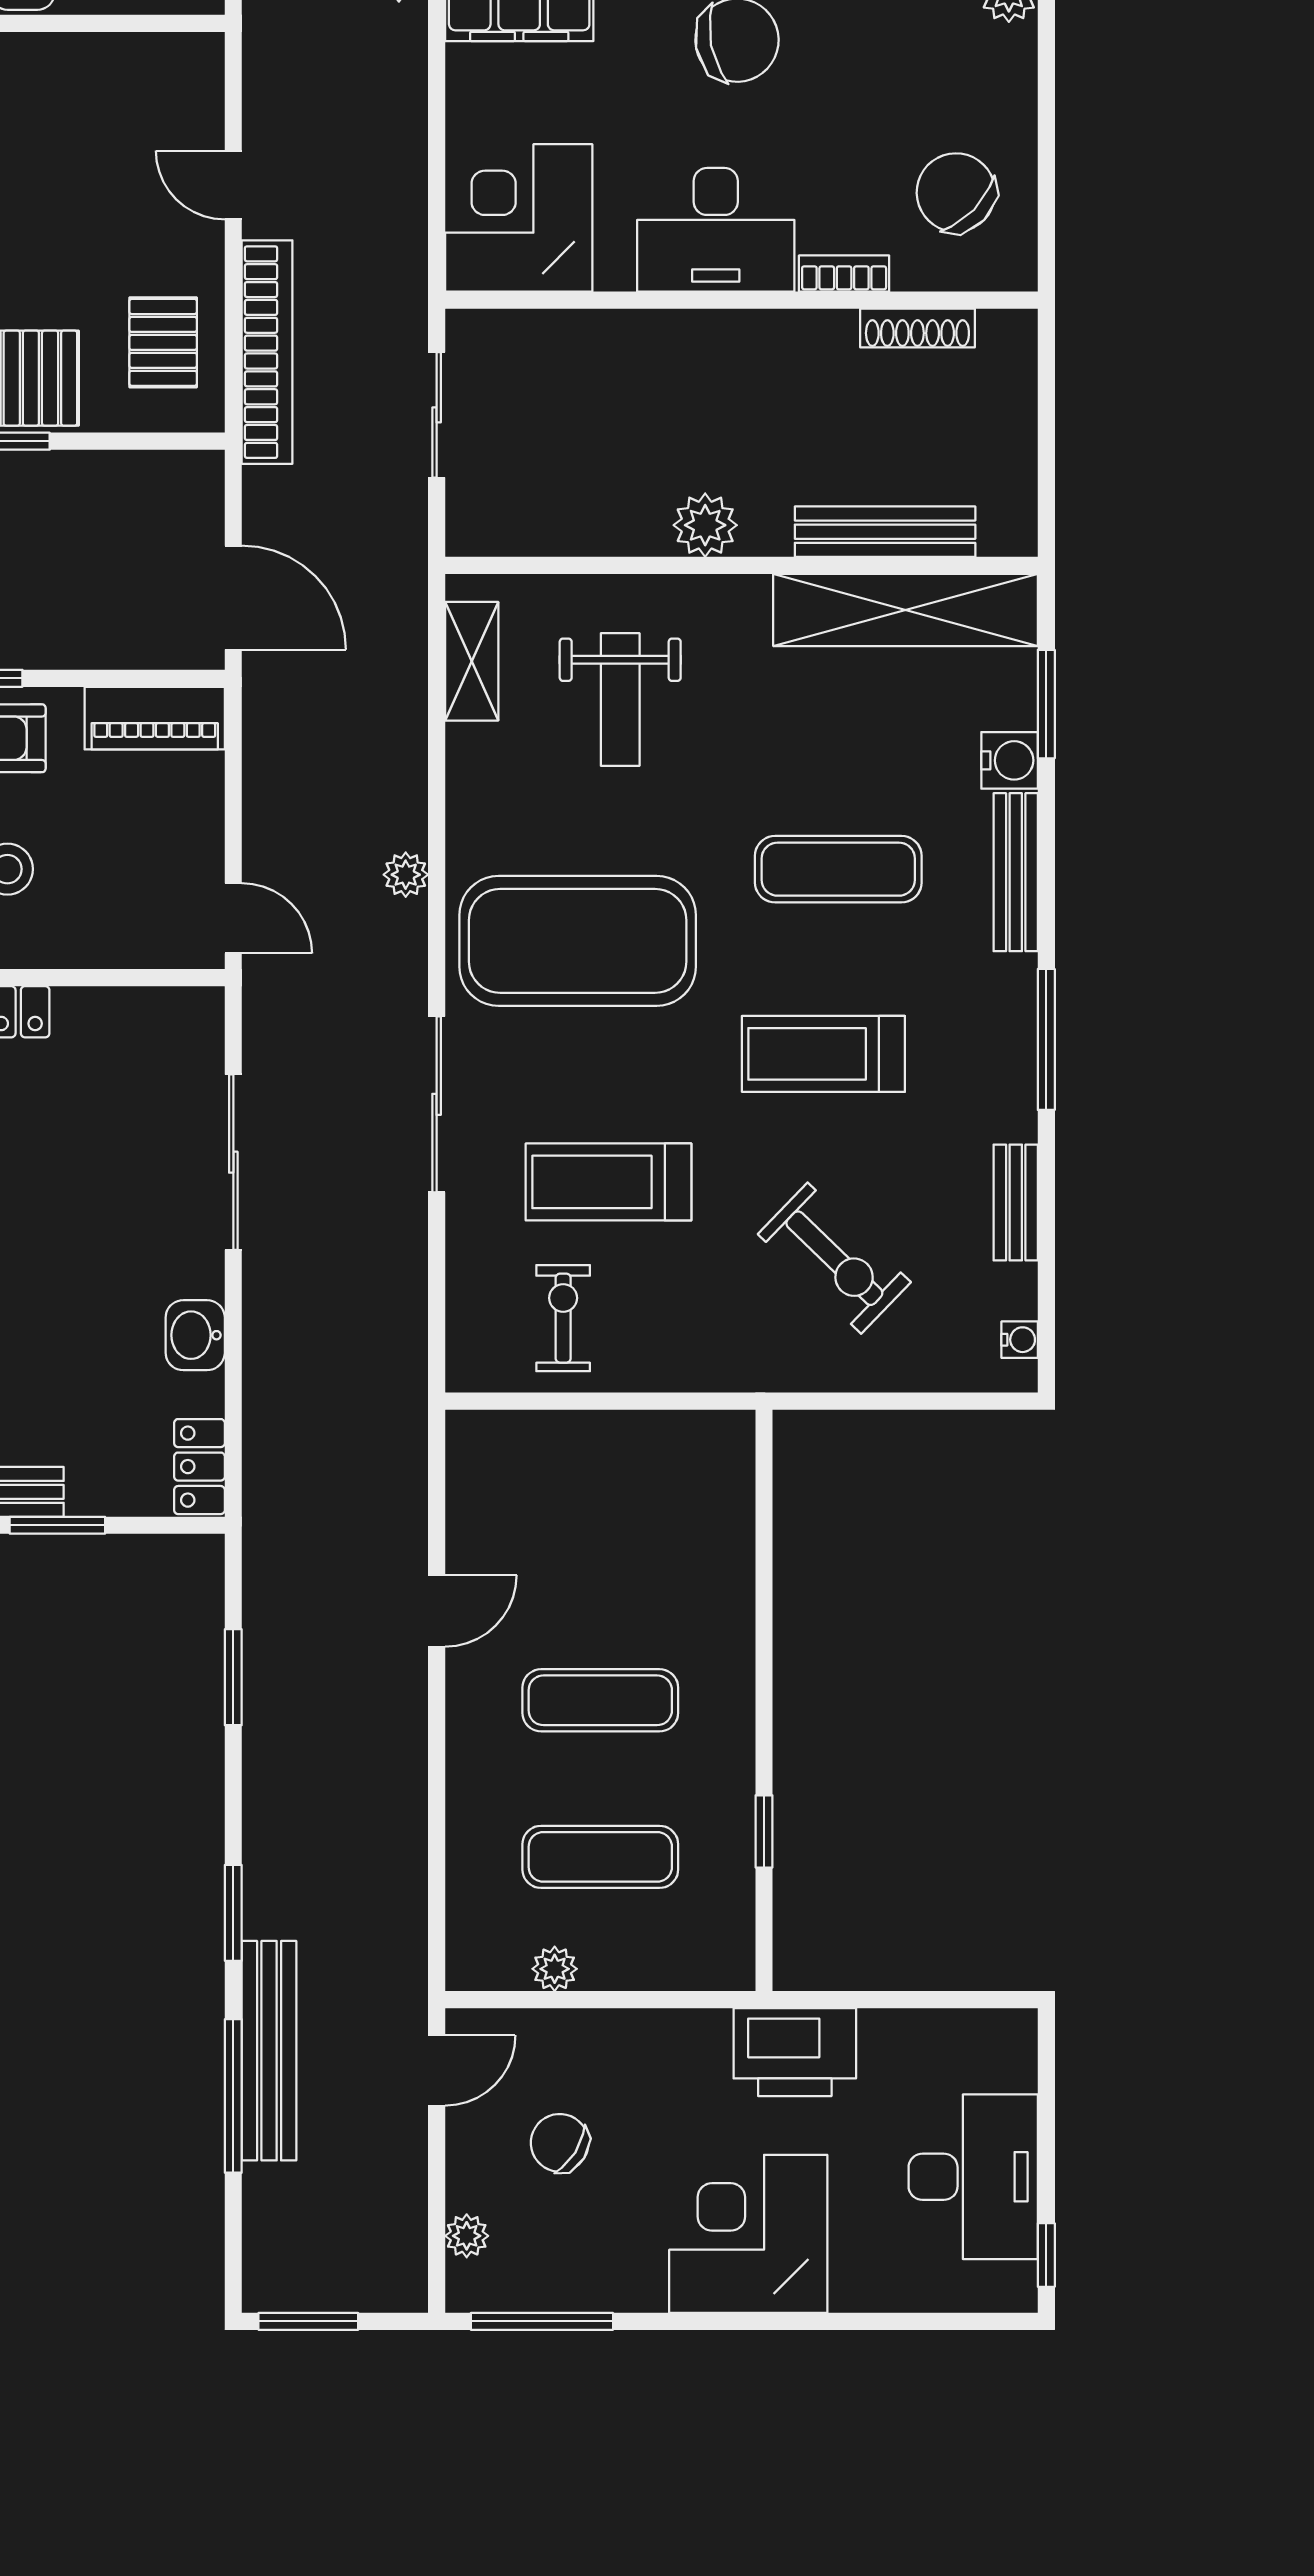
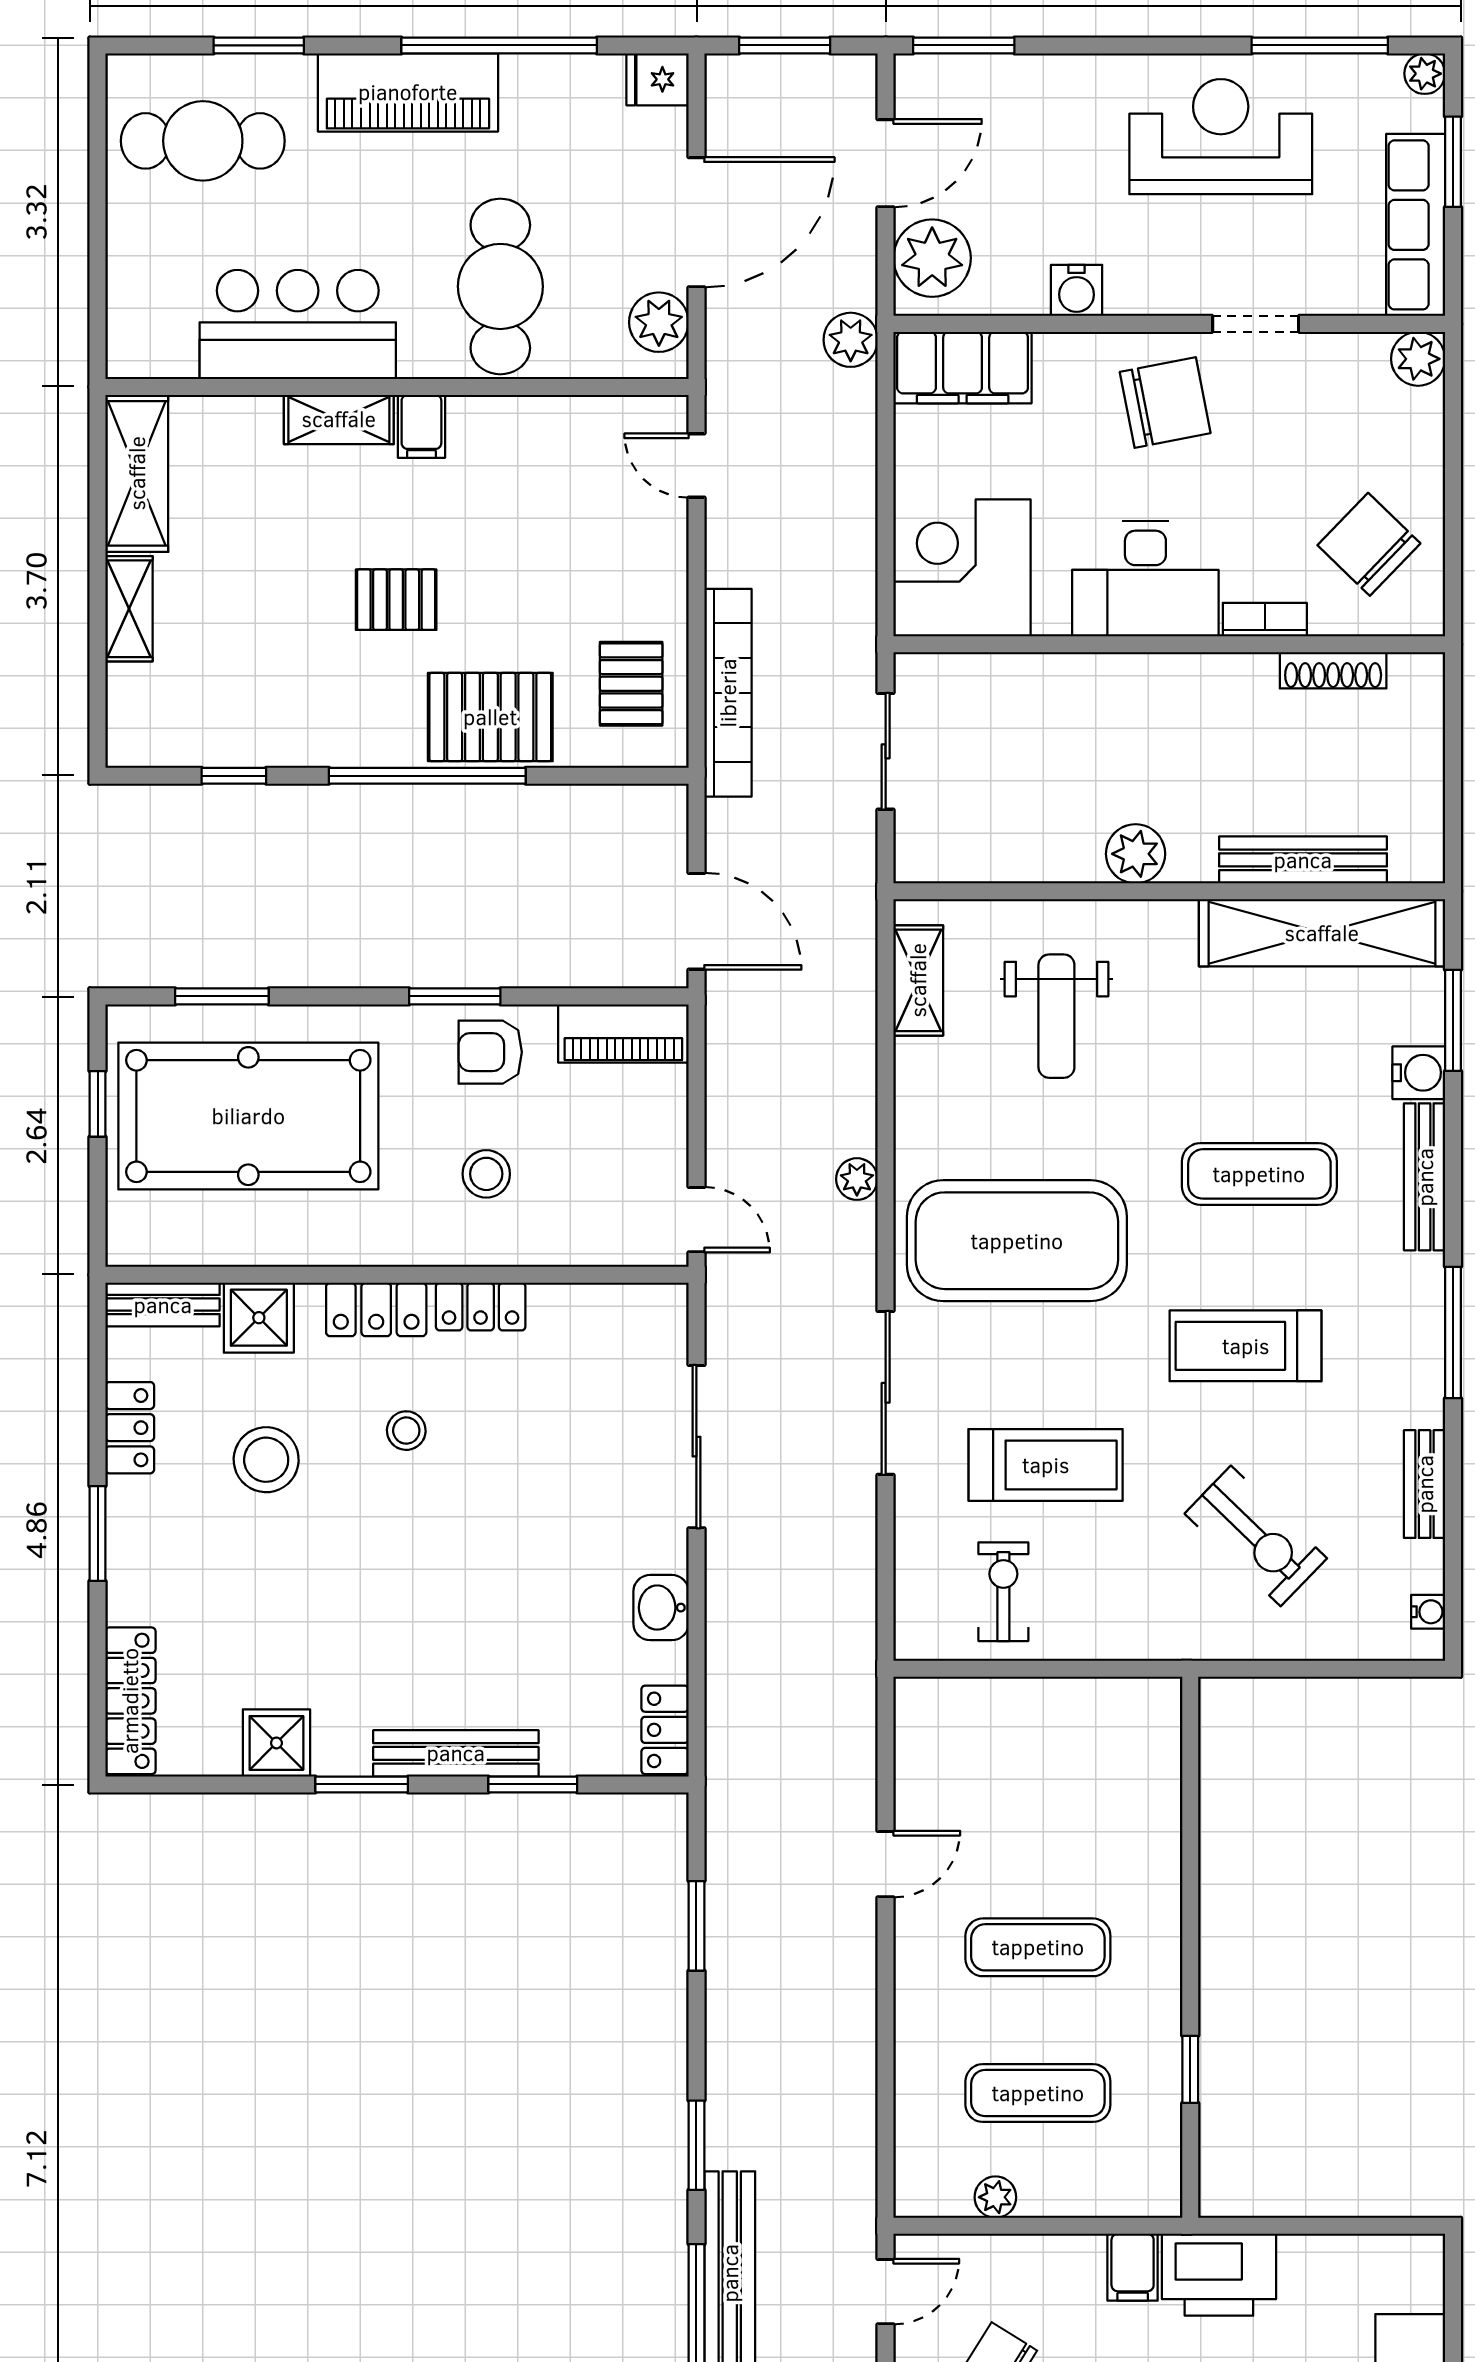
door: (233, 185) -> (696, 466), moved
treadmill: (609, 1182) -> (1046, 1465), turned 180
filing cabinet: (702, 2044) -> (1133, 2267), added

